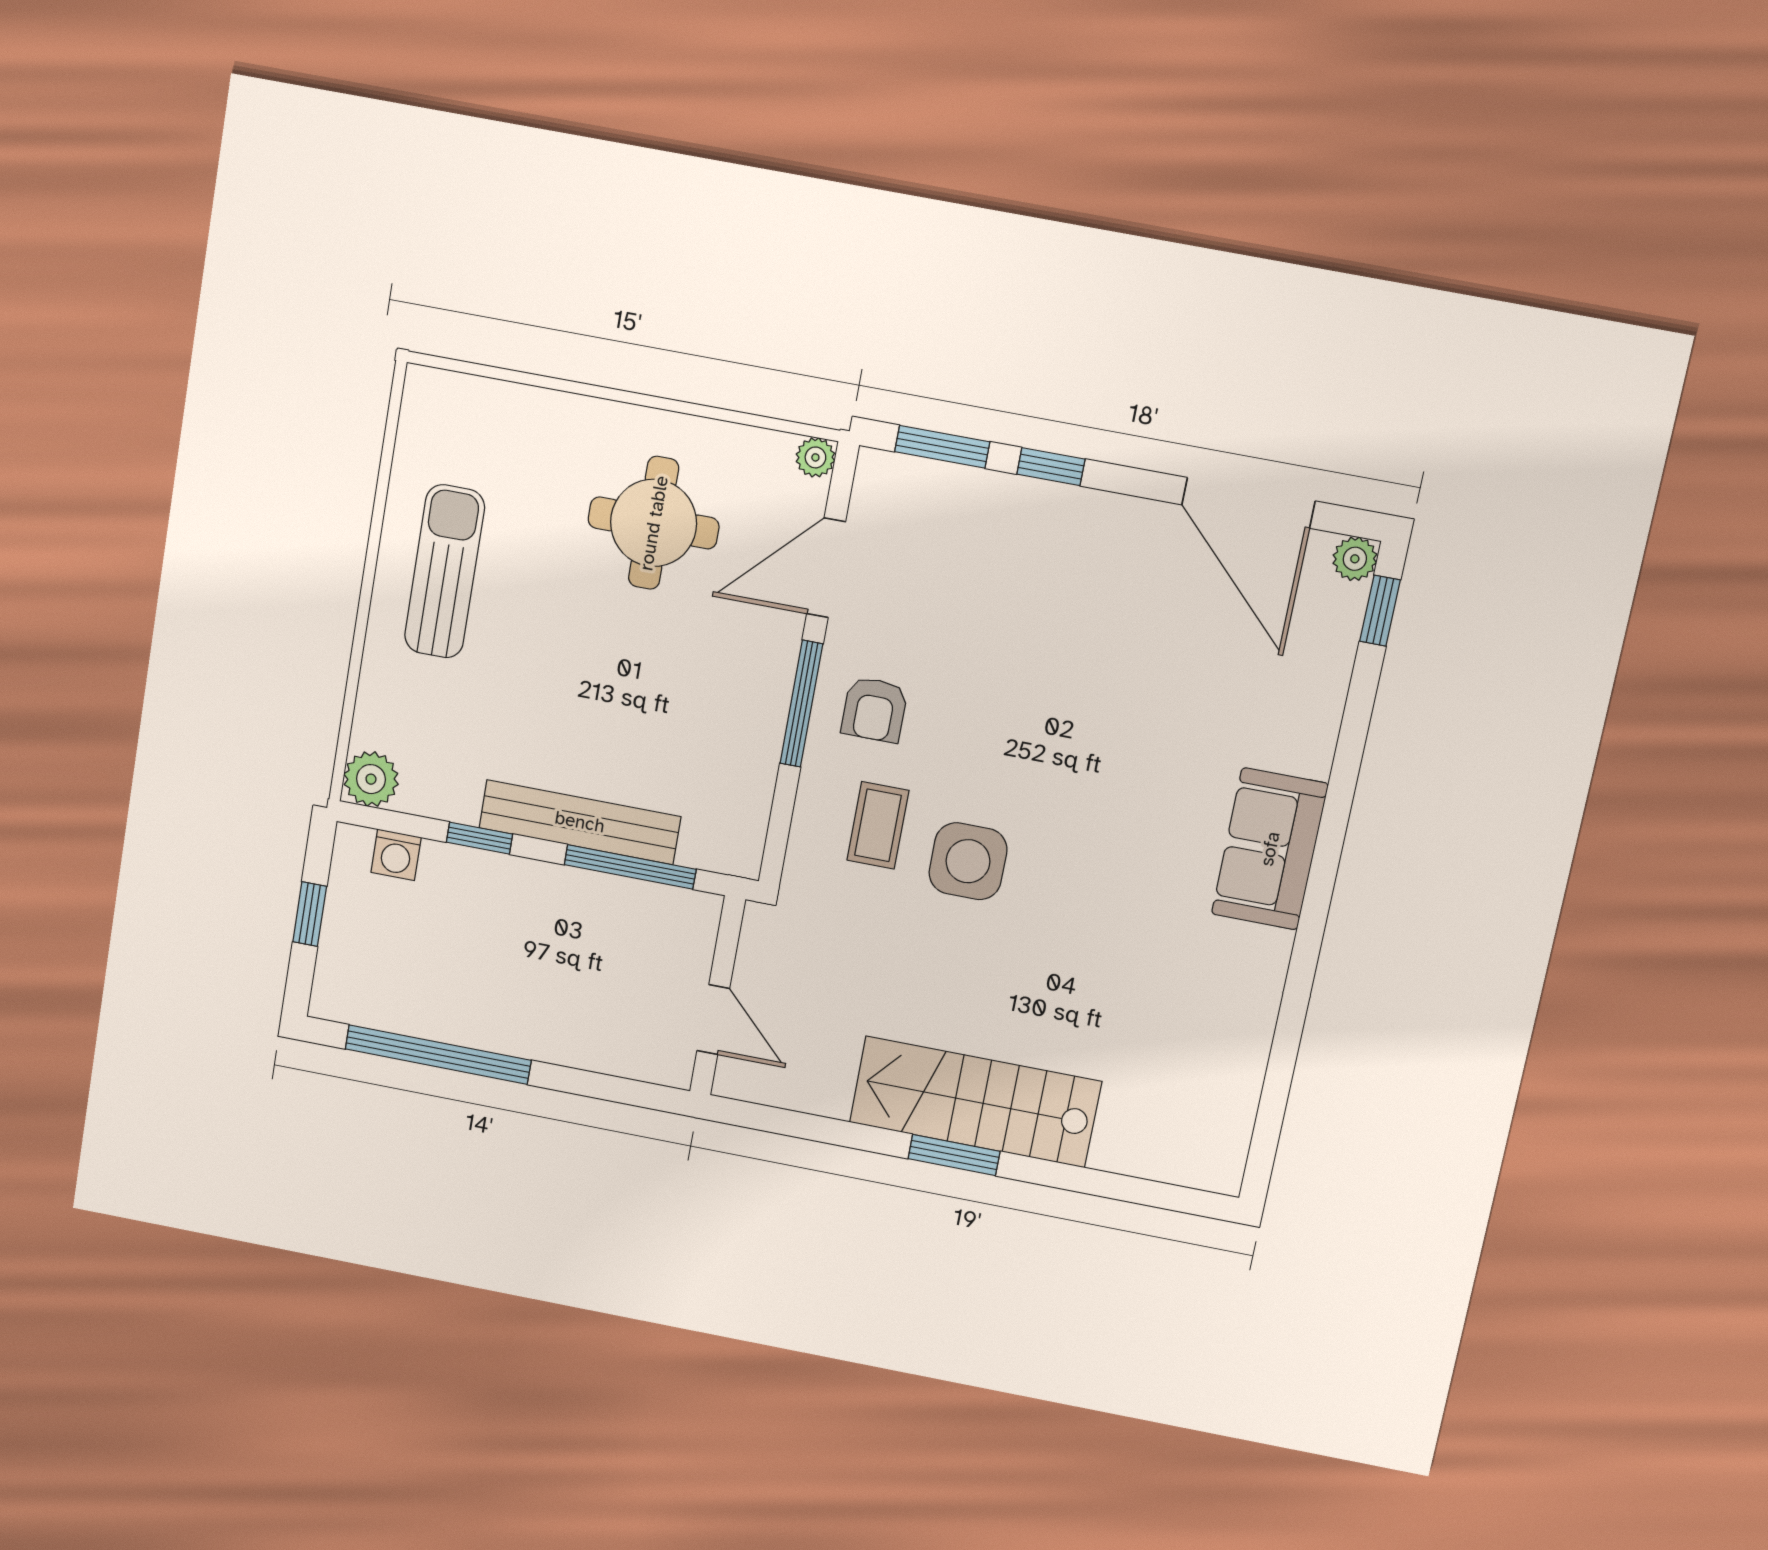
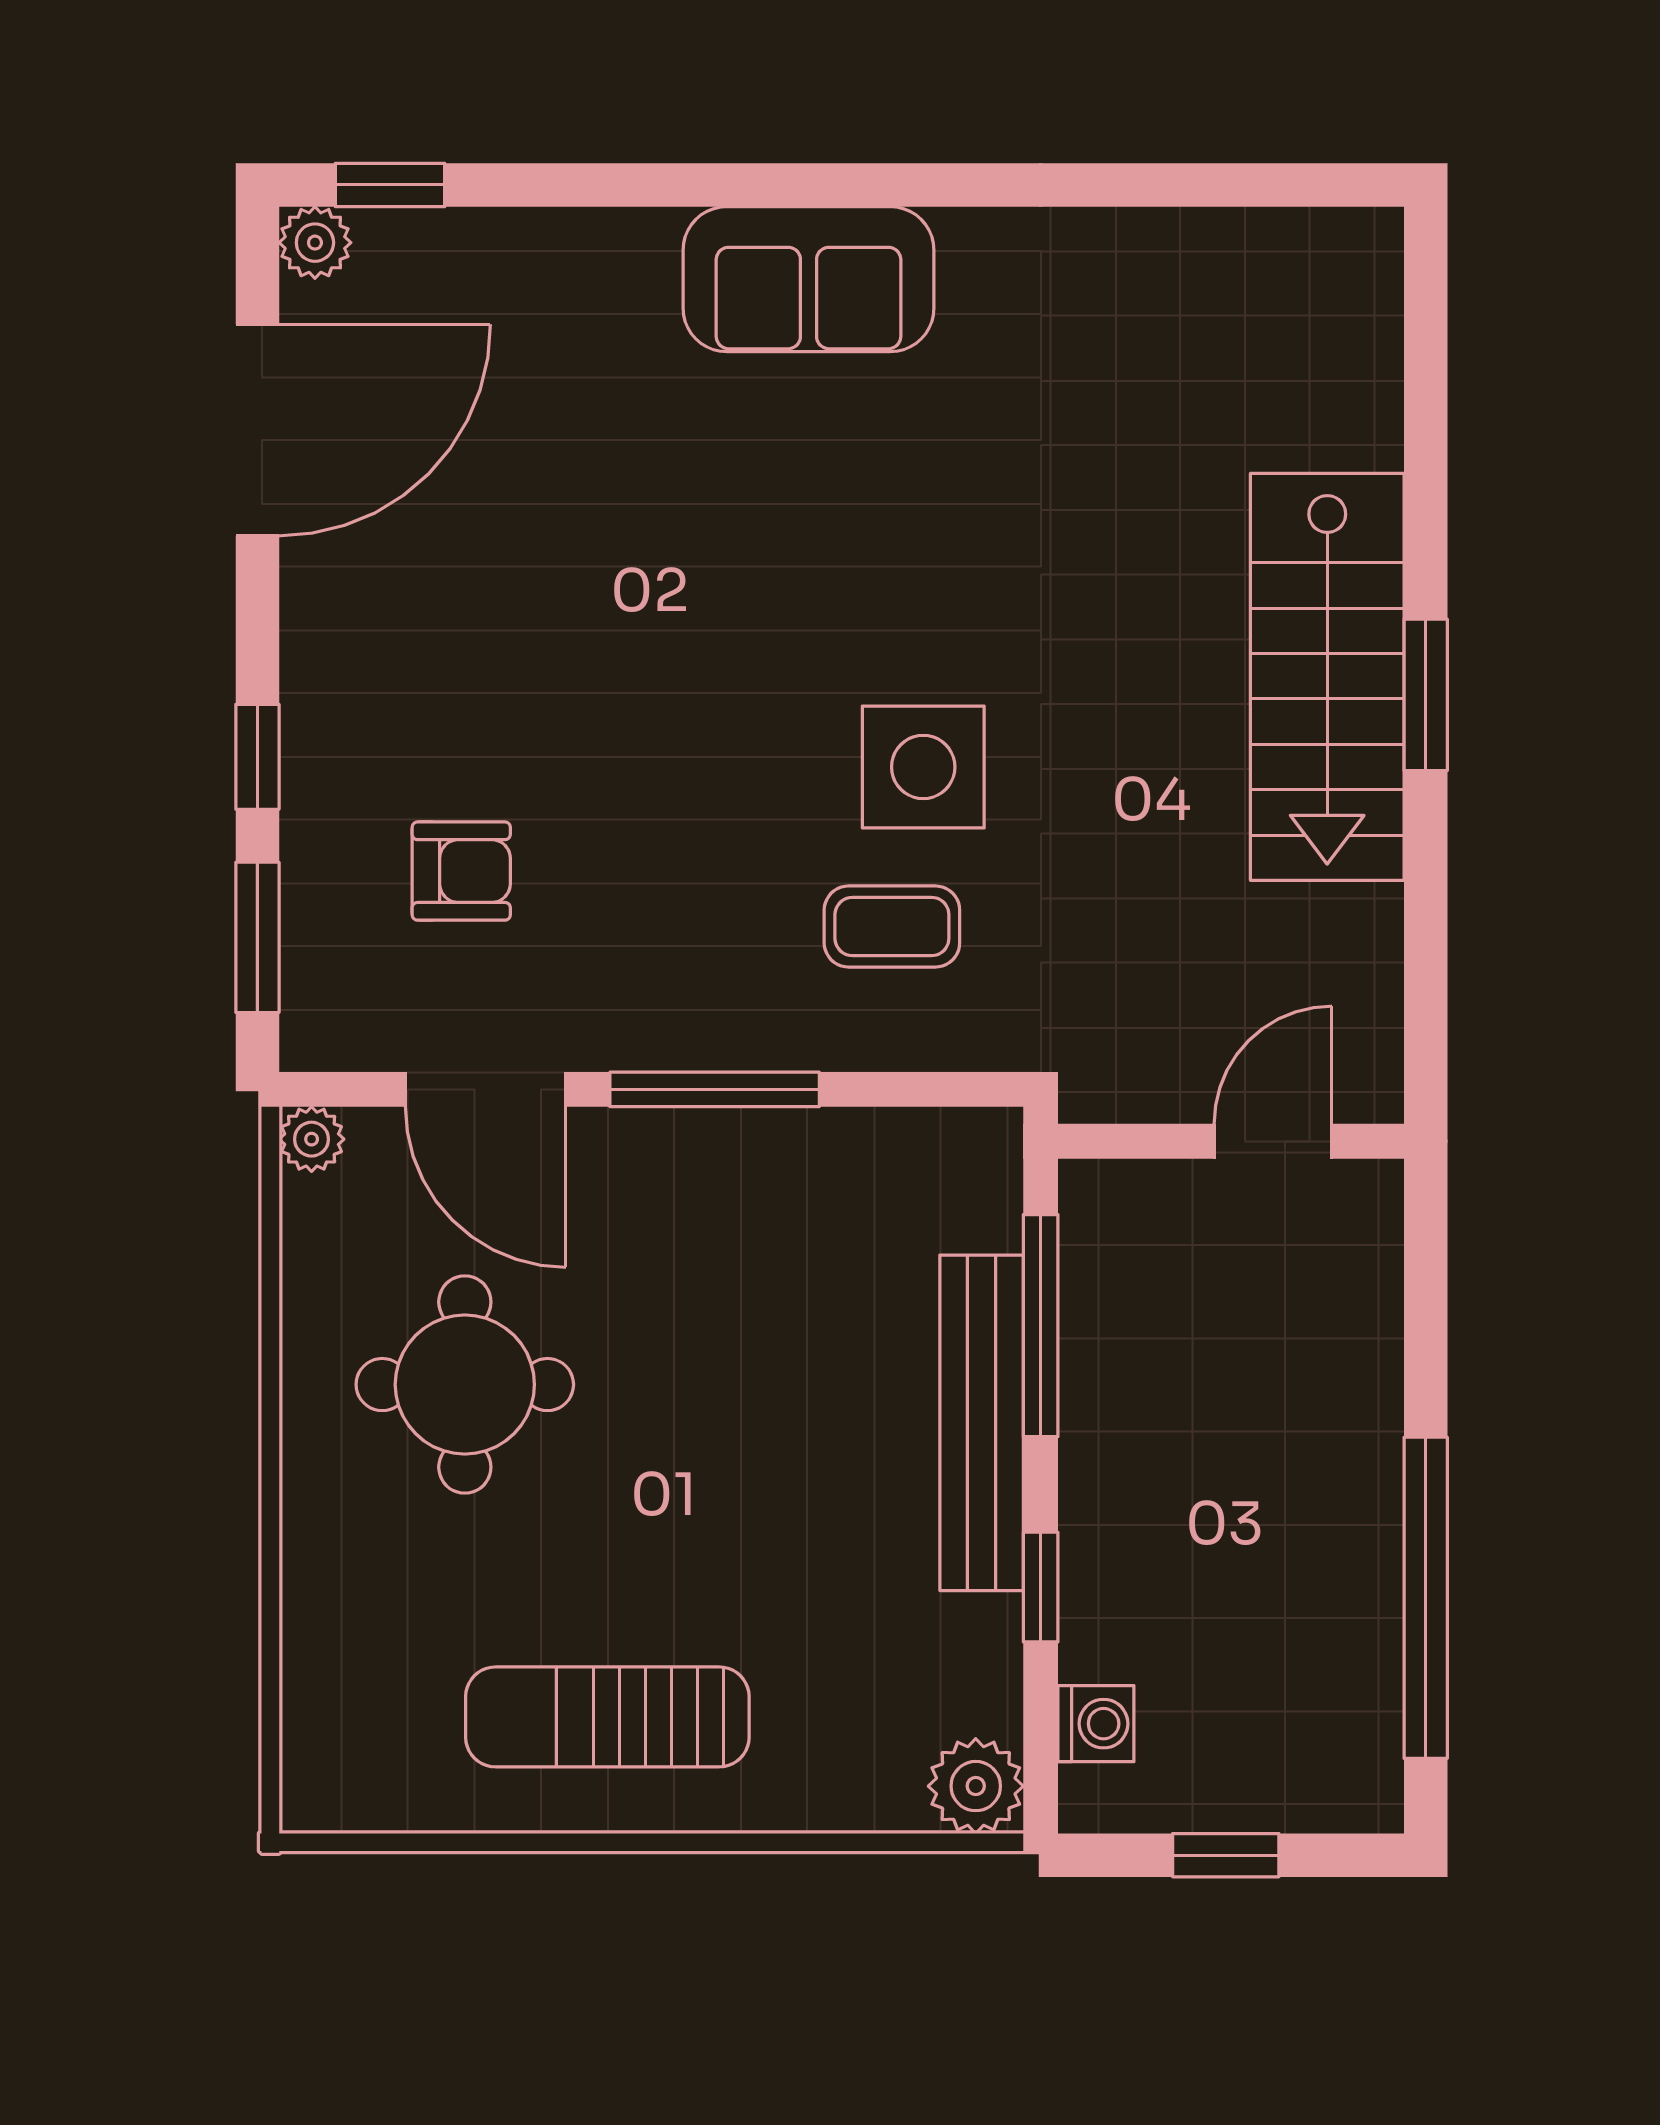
armchair: (874, 709) -> (461, 871), moved

